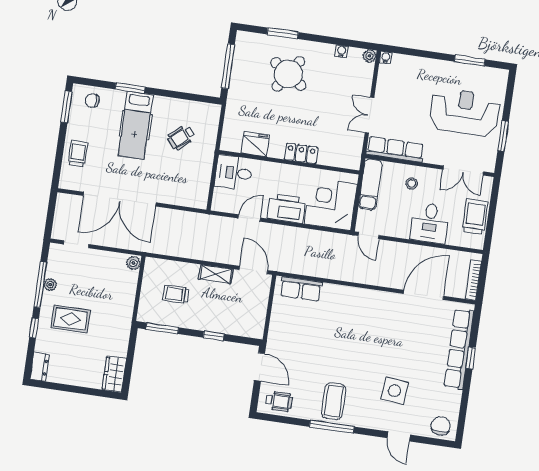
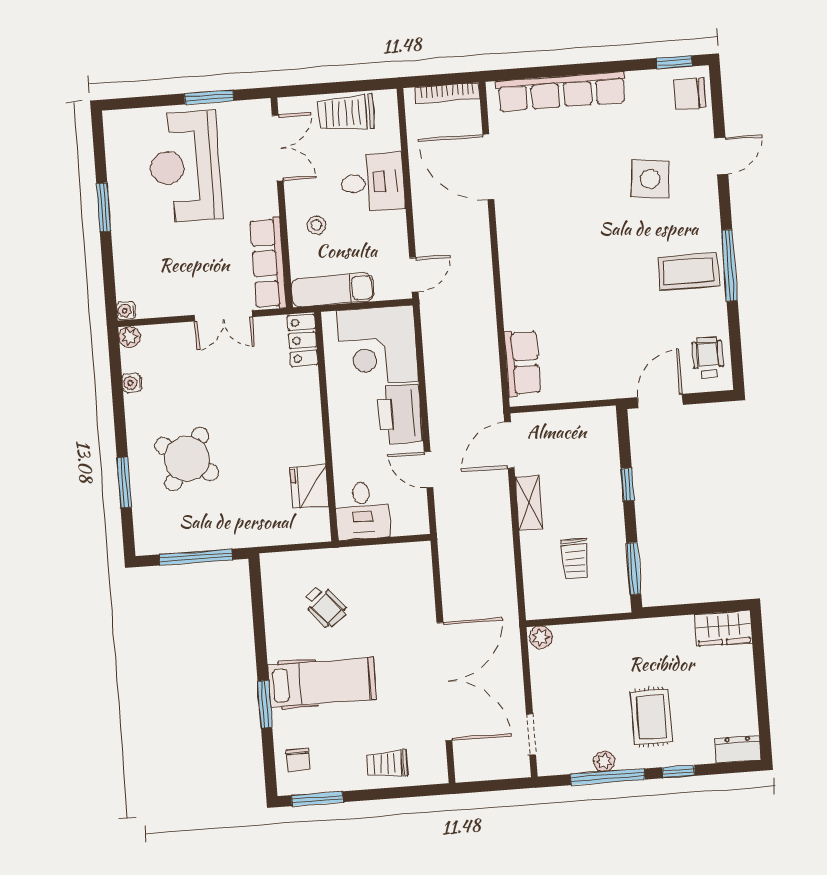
window: (470, 61) -> (104, 207), moved
locker: (301, 153) -> (303, 340), moved
window: (471, 358) -> (674, 62), moved

